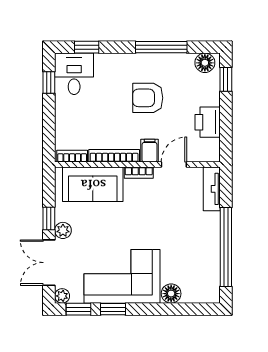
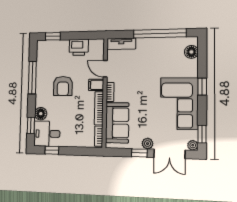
floor lamp: (205, 63) -> (41, 114), moved
floor lamp: (171, 294) -> (191, 52), moved
window: (113, 309) -> (202, 87), moved

